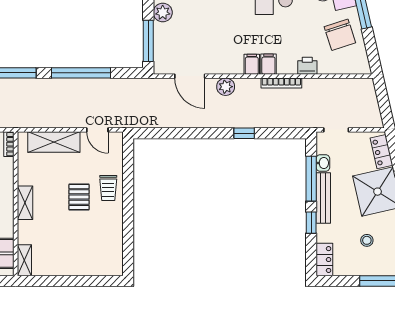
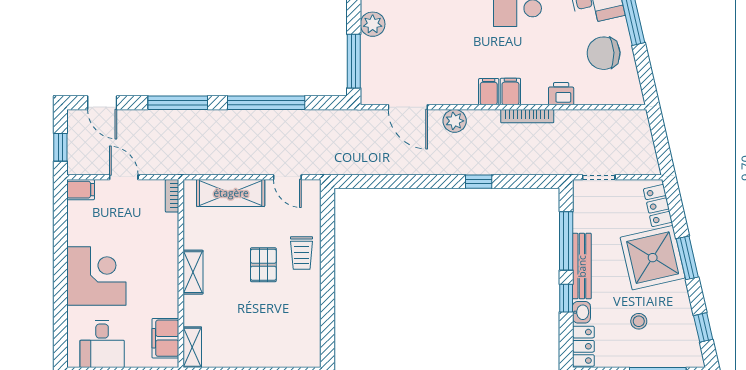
chair: (340, 35) -> (604, 53), turned 105
washbasin: (323, 163) -> (581, 312), moved

